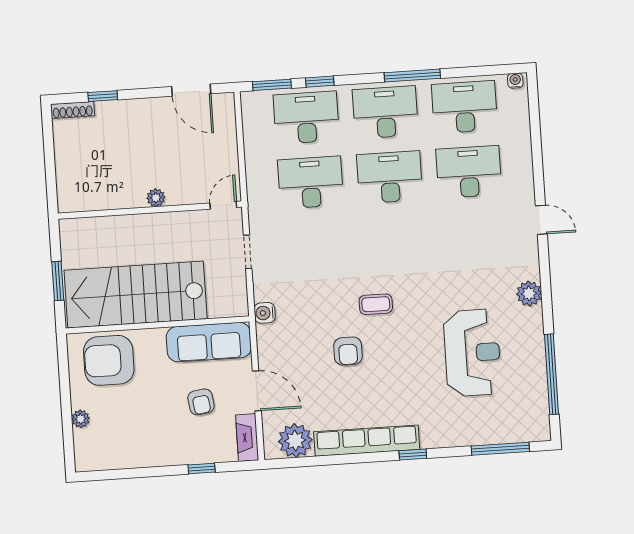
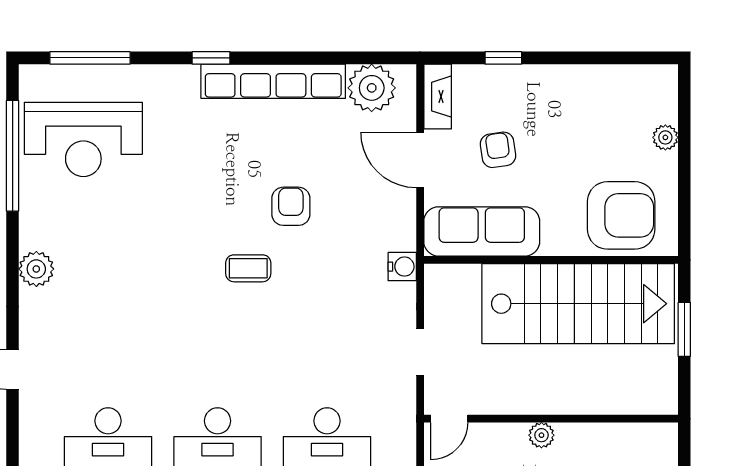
reception desk: (472, 353) -> (83, 139), moved, turned -90

